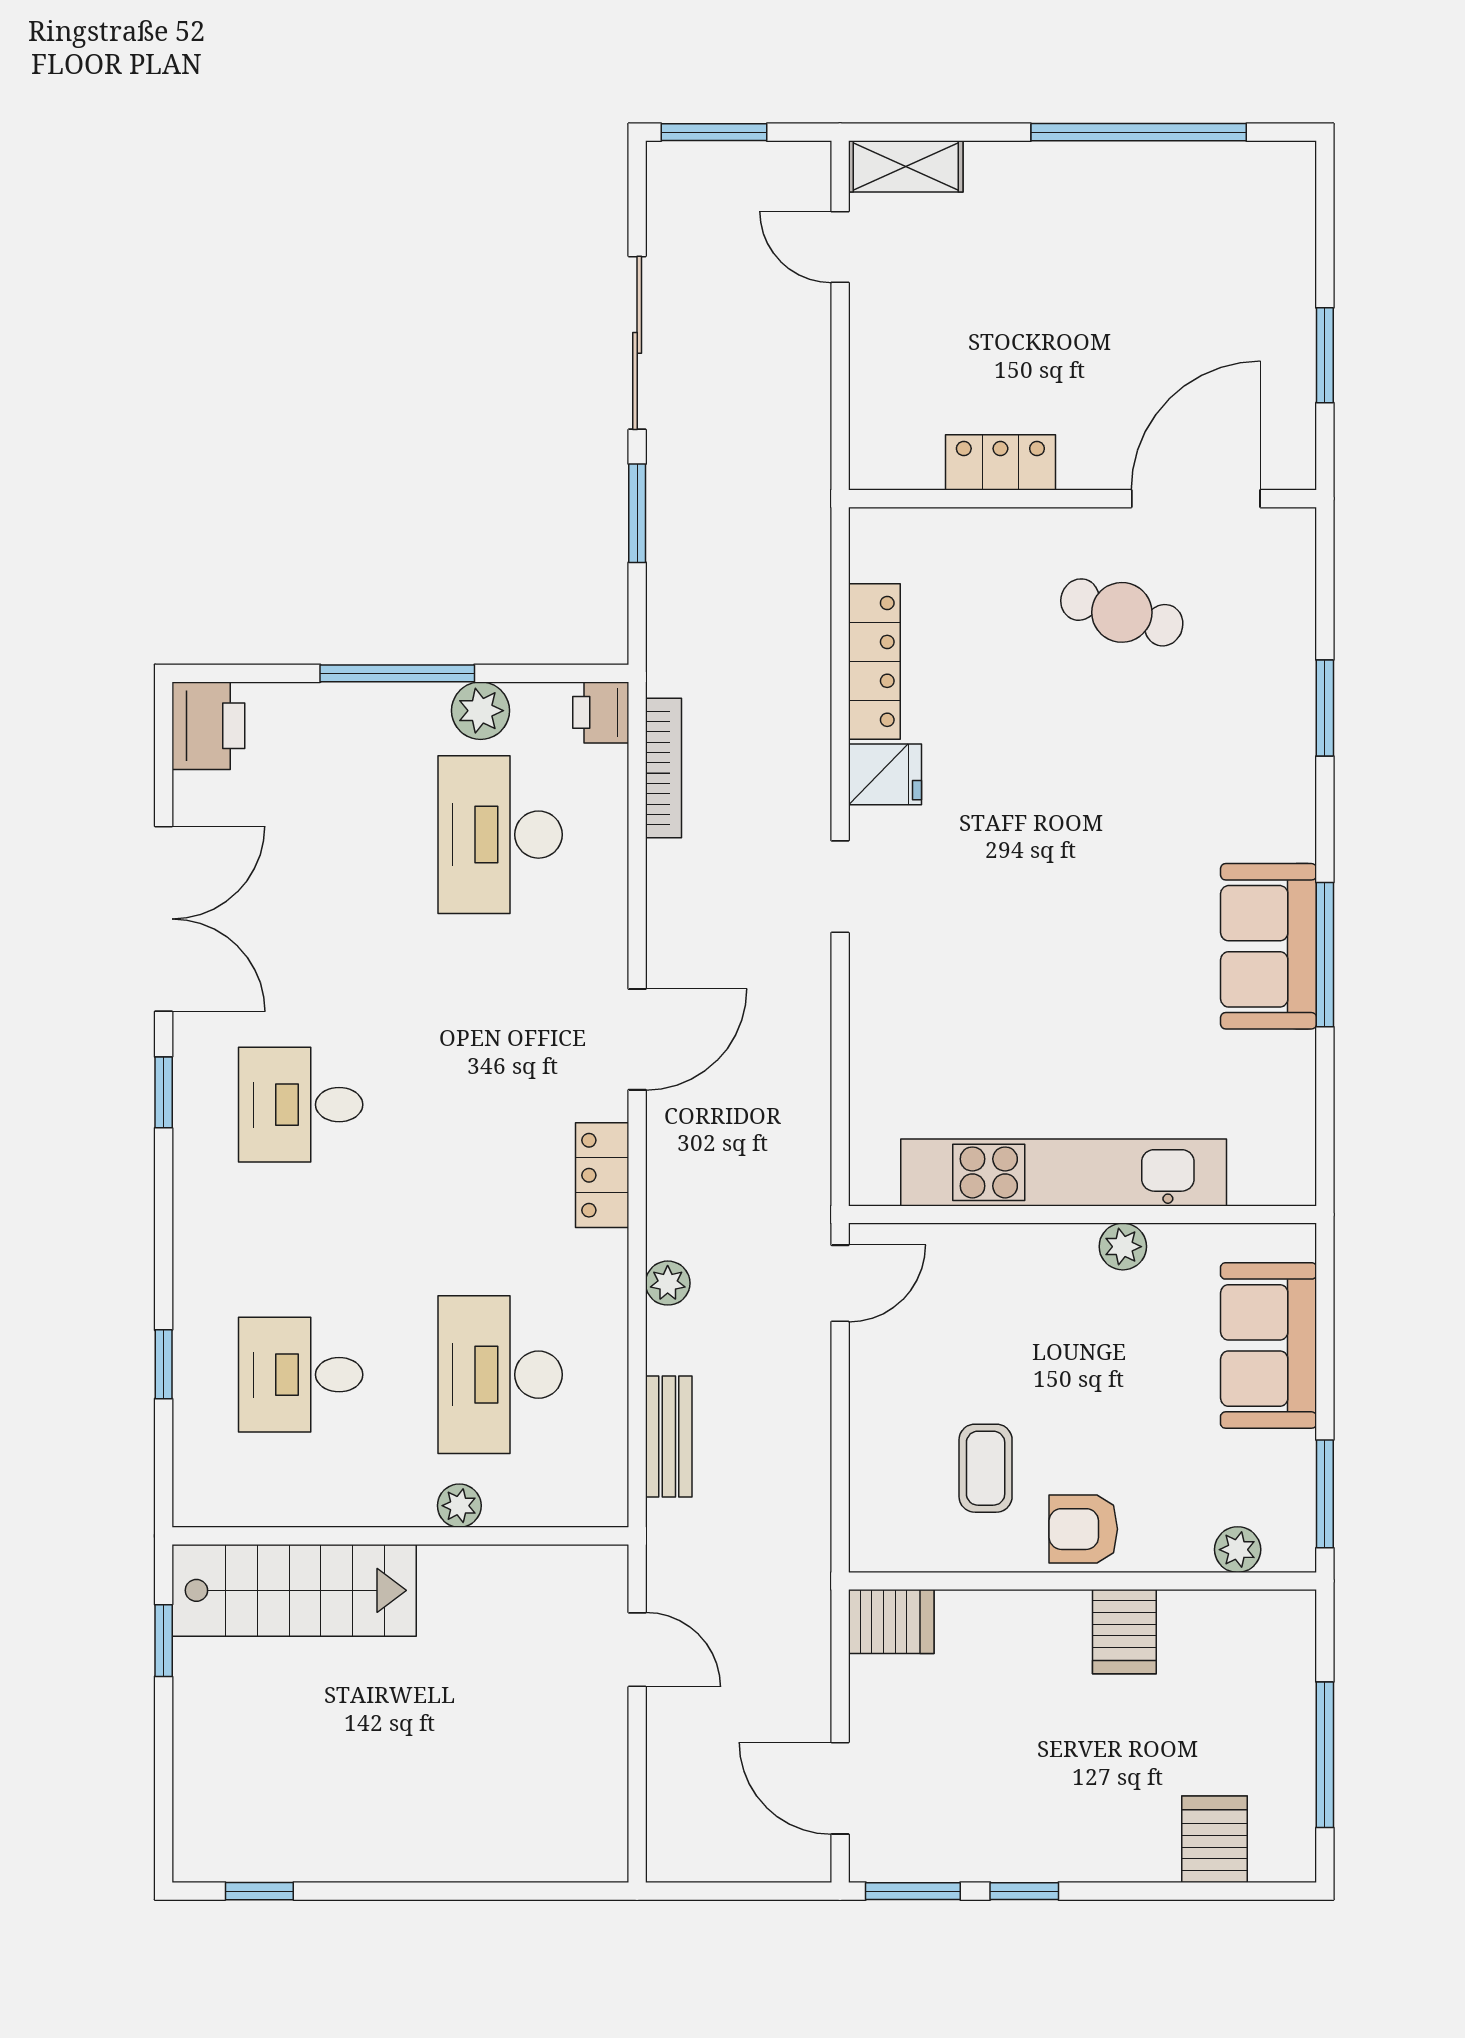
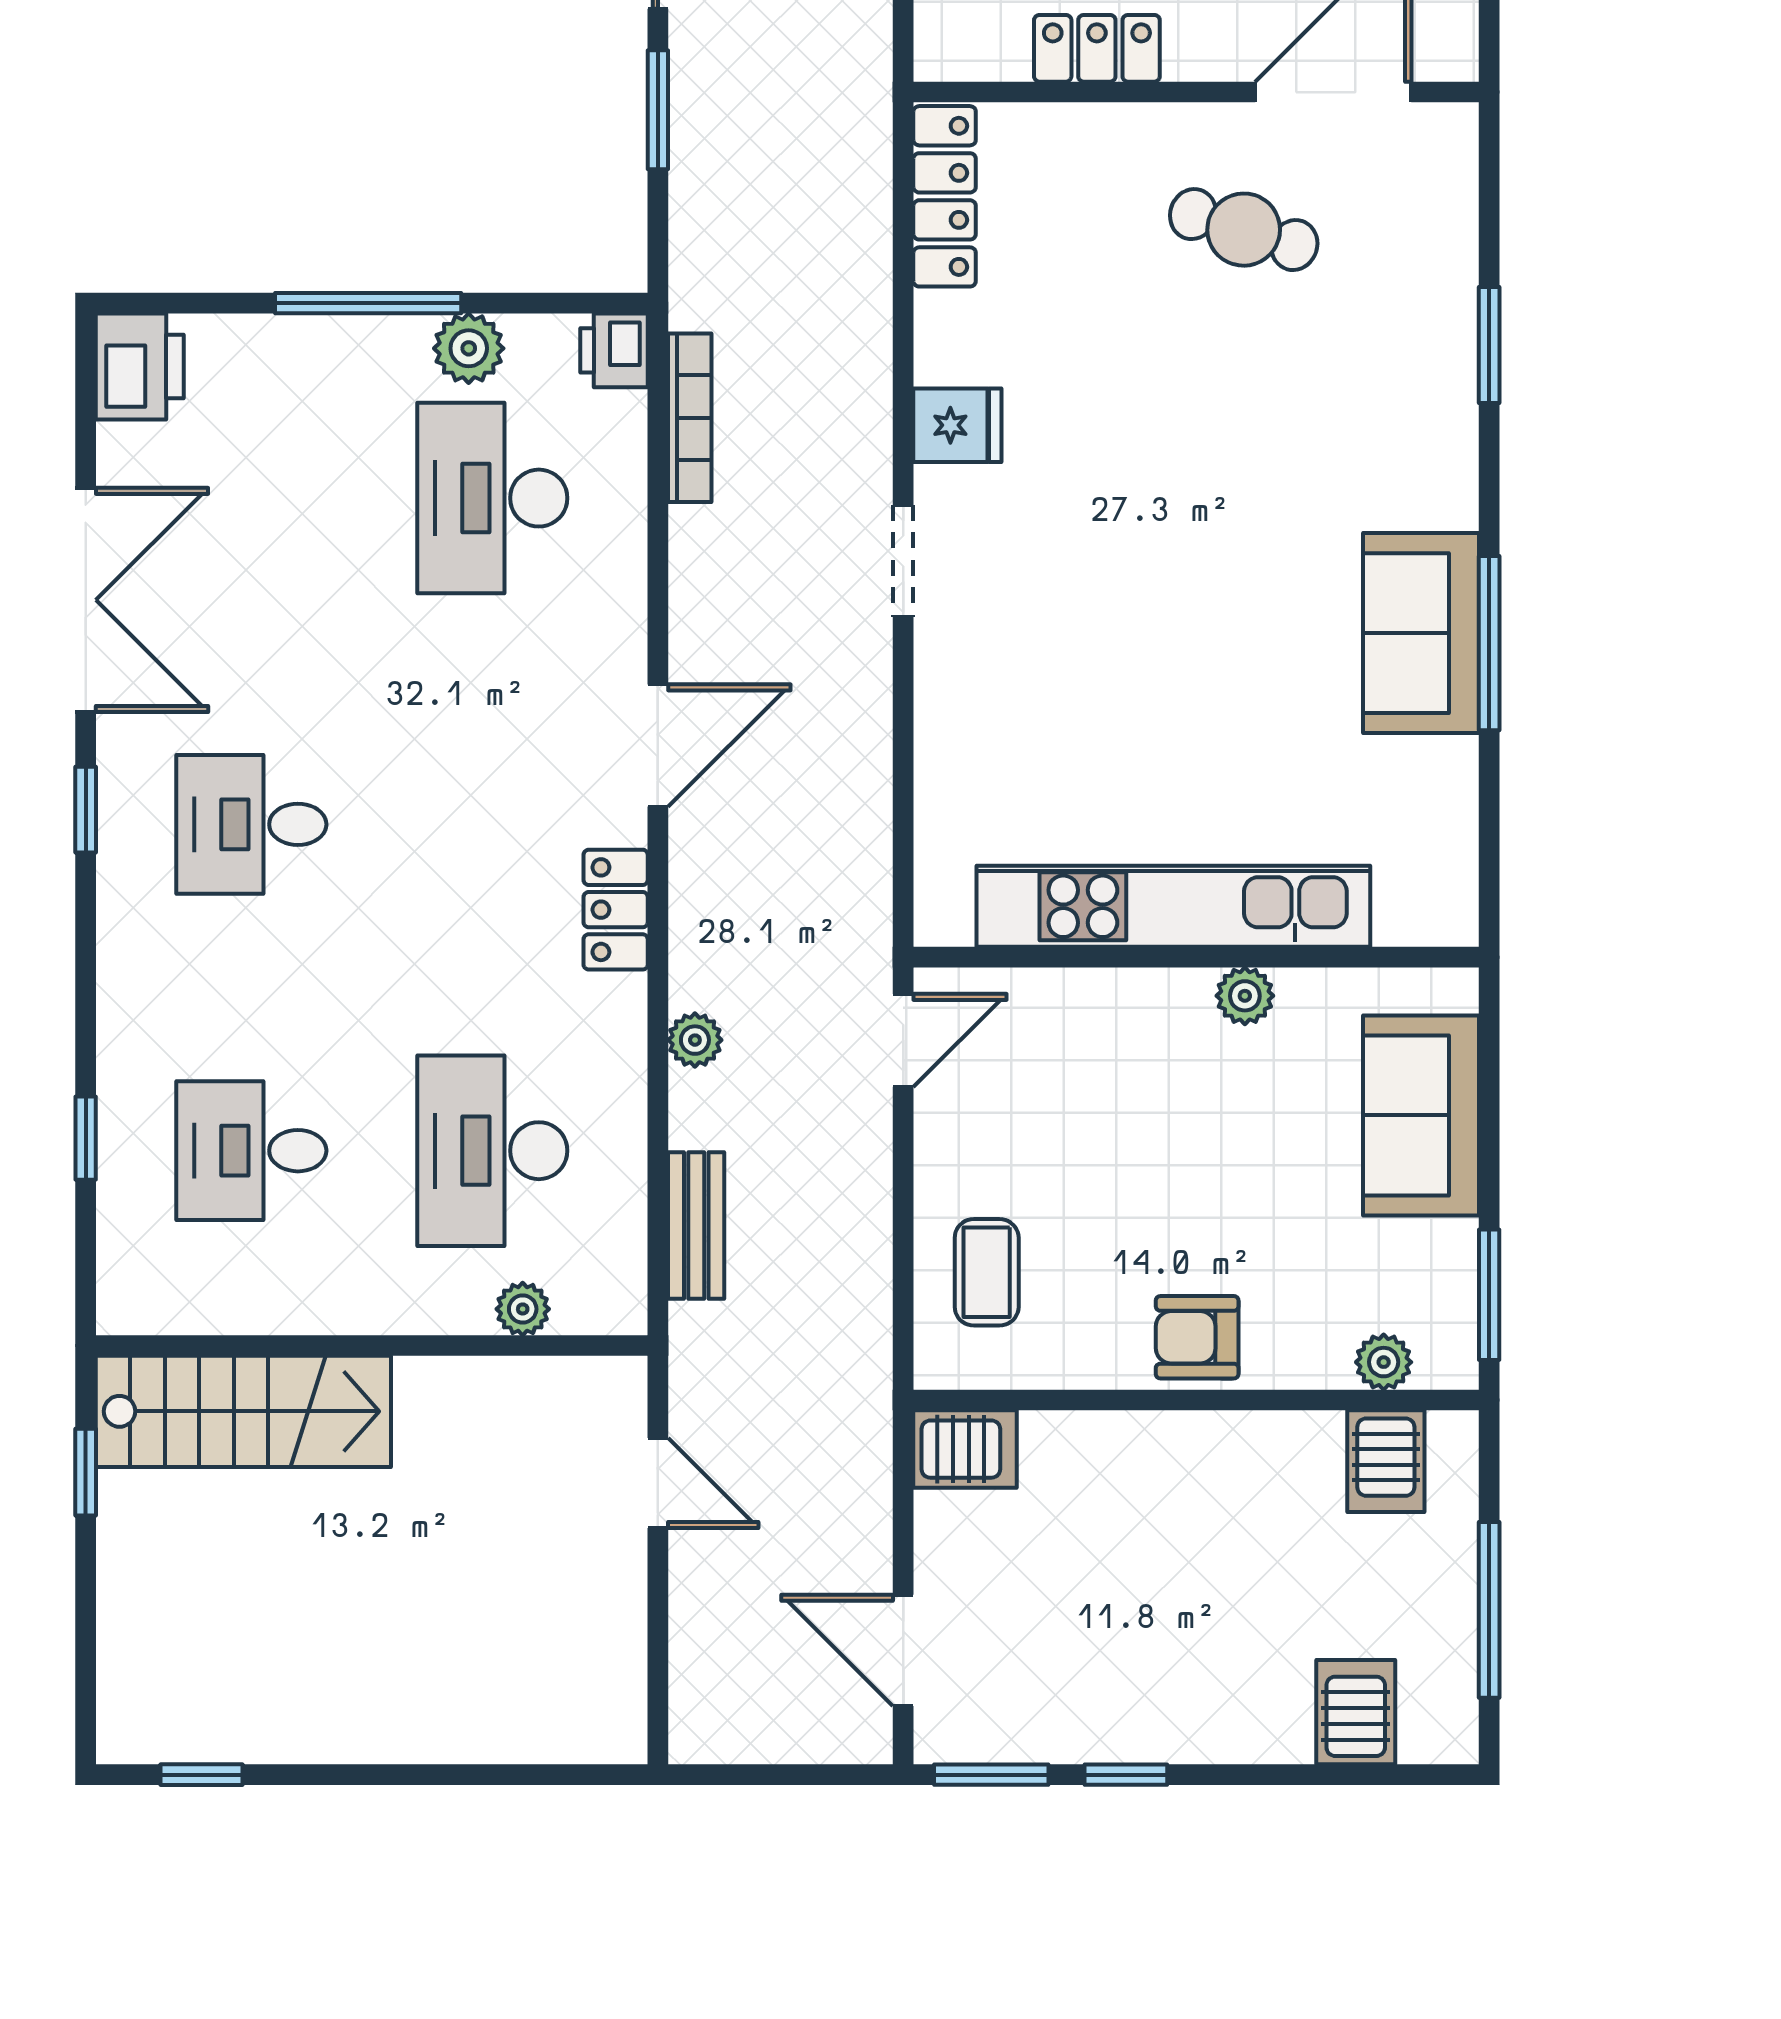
locker: (874, 661) -> (945, 196), moved
coffee table: (986, 1468) -> (987, 1272), moved
plant: (459, 1506) -> (523, 1309), moved
server rack: (1124, 1632) -> (1386, 1461), moved

